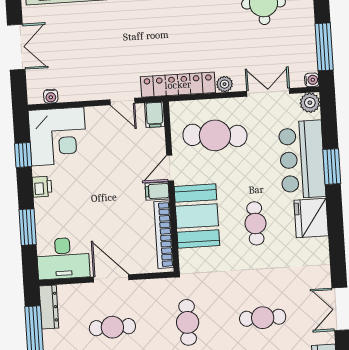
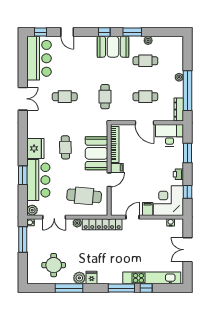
door: (122, 102) -> (133, 217), hinge flipped
filing cabinet: (155, 115) -> (148, 209), moved

